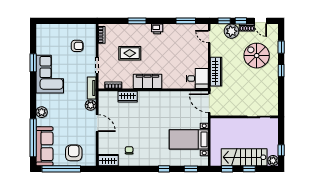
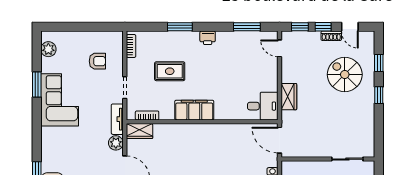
plant: (231, 31) -> (310, 41), removed
wardrobe: (216, 72) -> (289, 97), width x0.67
wardrobe: (128, 97) -> (140, 131), moved
plant: (42, 112) -> (48, 49), moved

